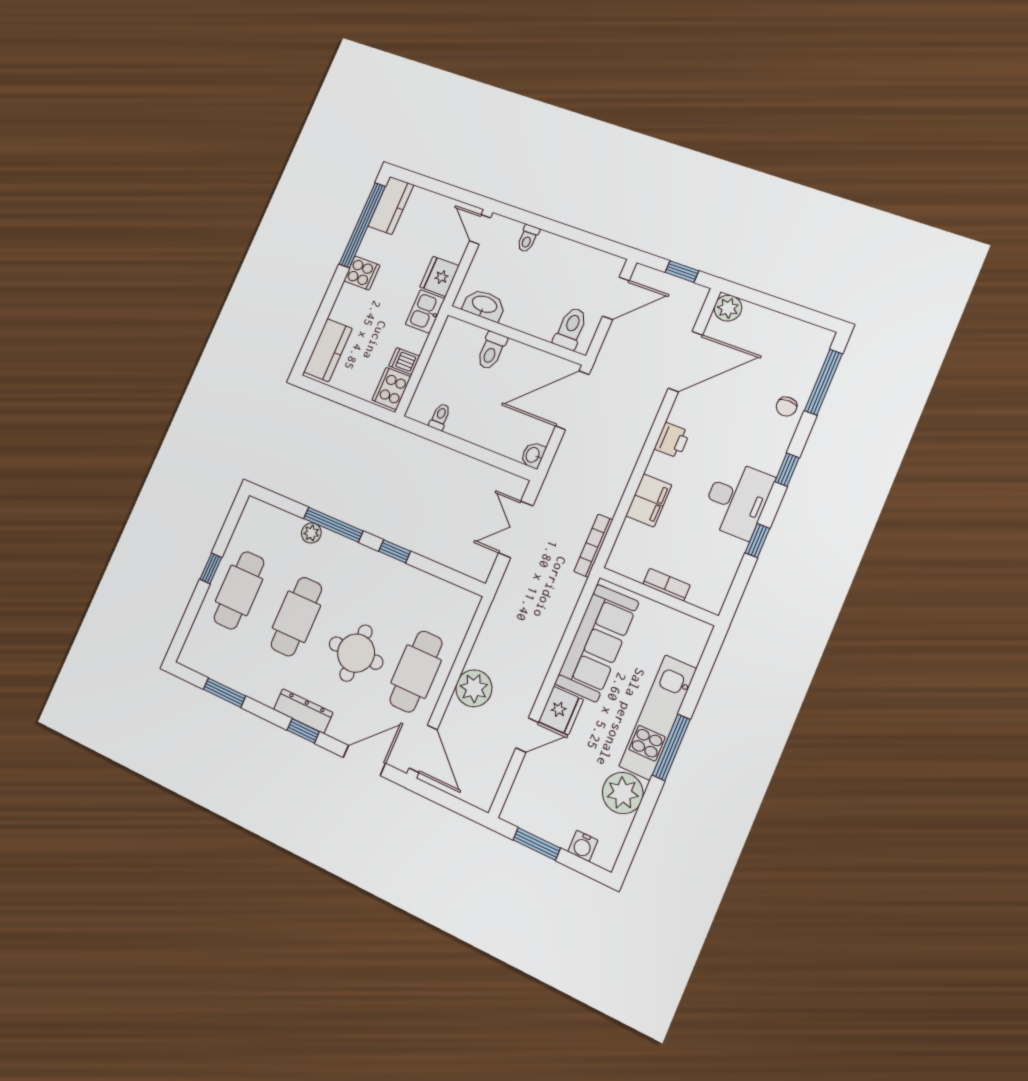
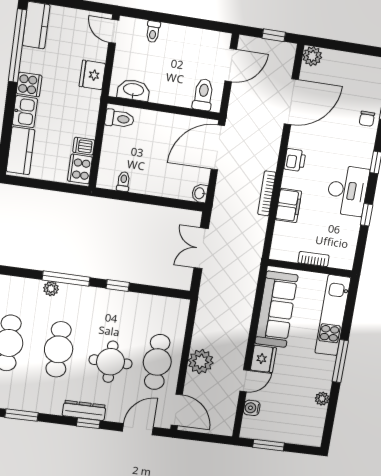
kitchen sink: (425, 311) -> (25, 112), moved, turned 180
toilet: (491, 351) -> (119, 119), moved, turned -90
bookcase: (593, 546) -> (267, 193), moved
kitchen unit: (658, 717) -> (333, 315), moved
plant: (623, 793) -> (322, 399), width x0.53, depth x0.53
water cooler: (583, 846) -> (252, 408), moved, turned 90

